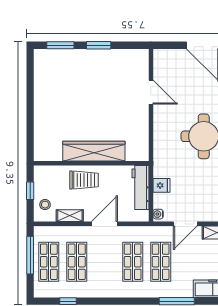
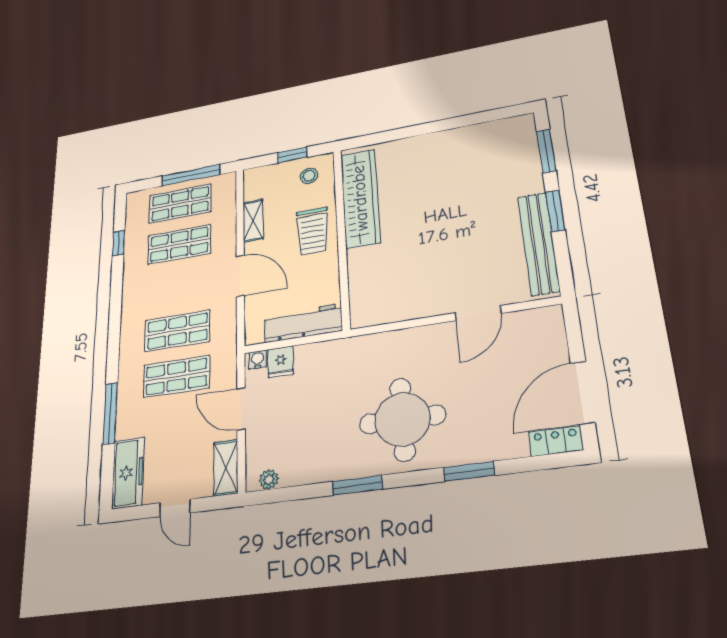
bench: (116, 56) -> (539, 243), added
wardrobe: (94, 151) -> (360, 198), moved
fridge: (161, 185) -> (281, 362), moved
stool: (45, 205) -> (309, 176), moved

